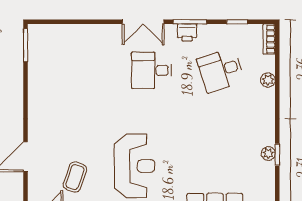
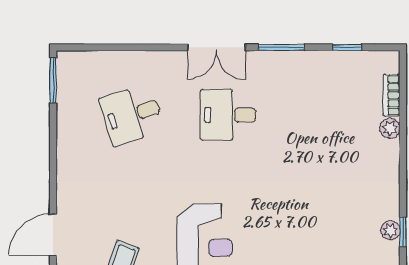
printer: (187, 33) -> (278, 62), removed
bookcase: (269, 39) -> (392, 95), moved
desk: (221, 70) -> (132, 115), moved

